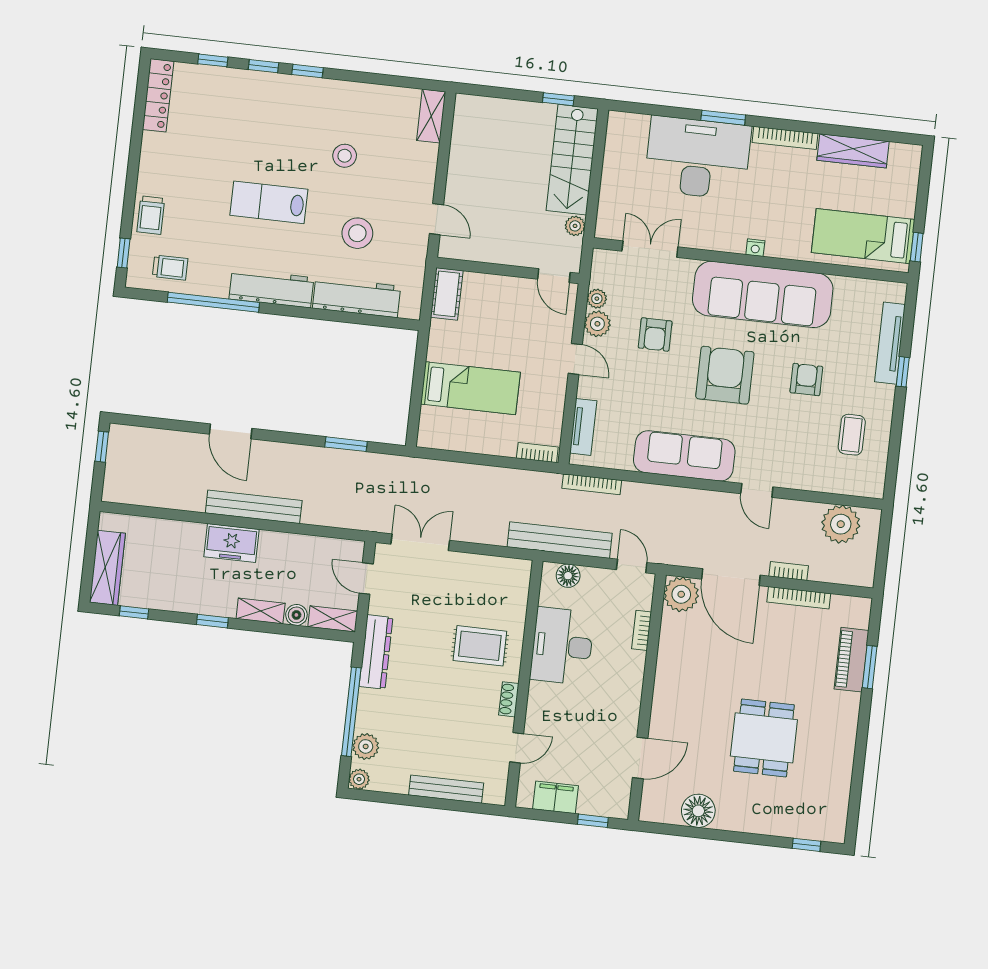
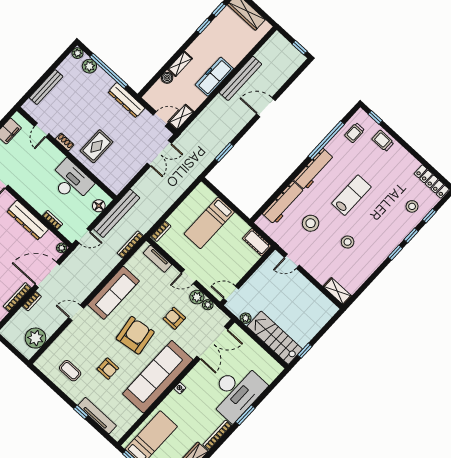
stool: (218, 97) -> (412, 206), added
double door: (650, 249) -> (212, 343), width x1.37
armchair: (725, 375) -> (135, 335), turned -98
bench: (254, 507) -> (240, 78), moved
freezer: (231, 543) -> (214, 77), width x1.40
plant: (681, 594) -> (62, 248), width x0.53, depth x0.53
shelving: (333, 619) -> (181, 117), moved
window: (212, 621) -> (204, 26), moved
dresser: (670, 668) -> (28, 220), added

